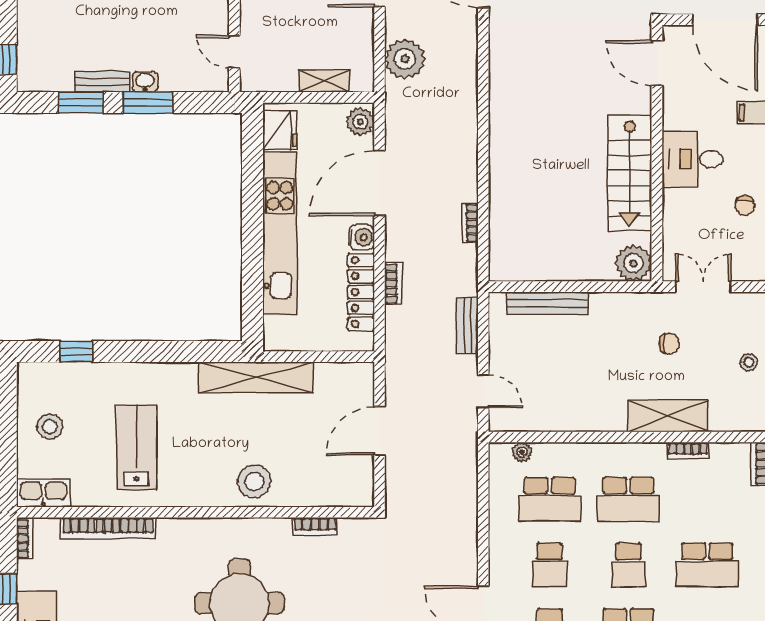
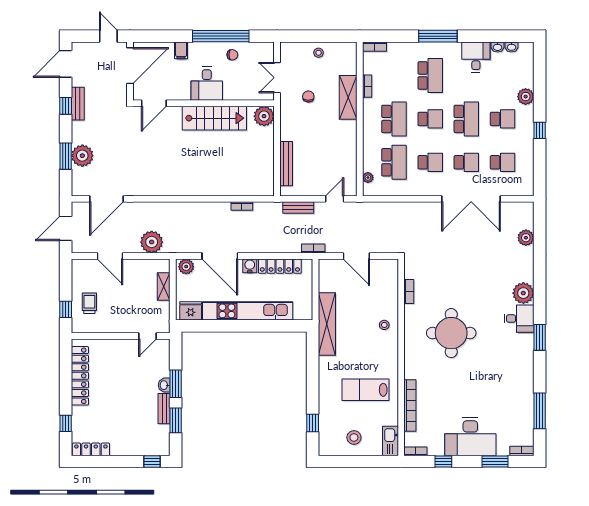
bookcase: (393, 284) -> (313, 248), moved
stool: (254, 482) -> (384, 325), width x0.53, depth x0.53

